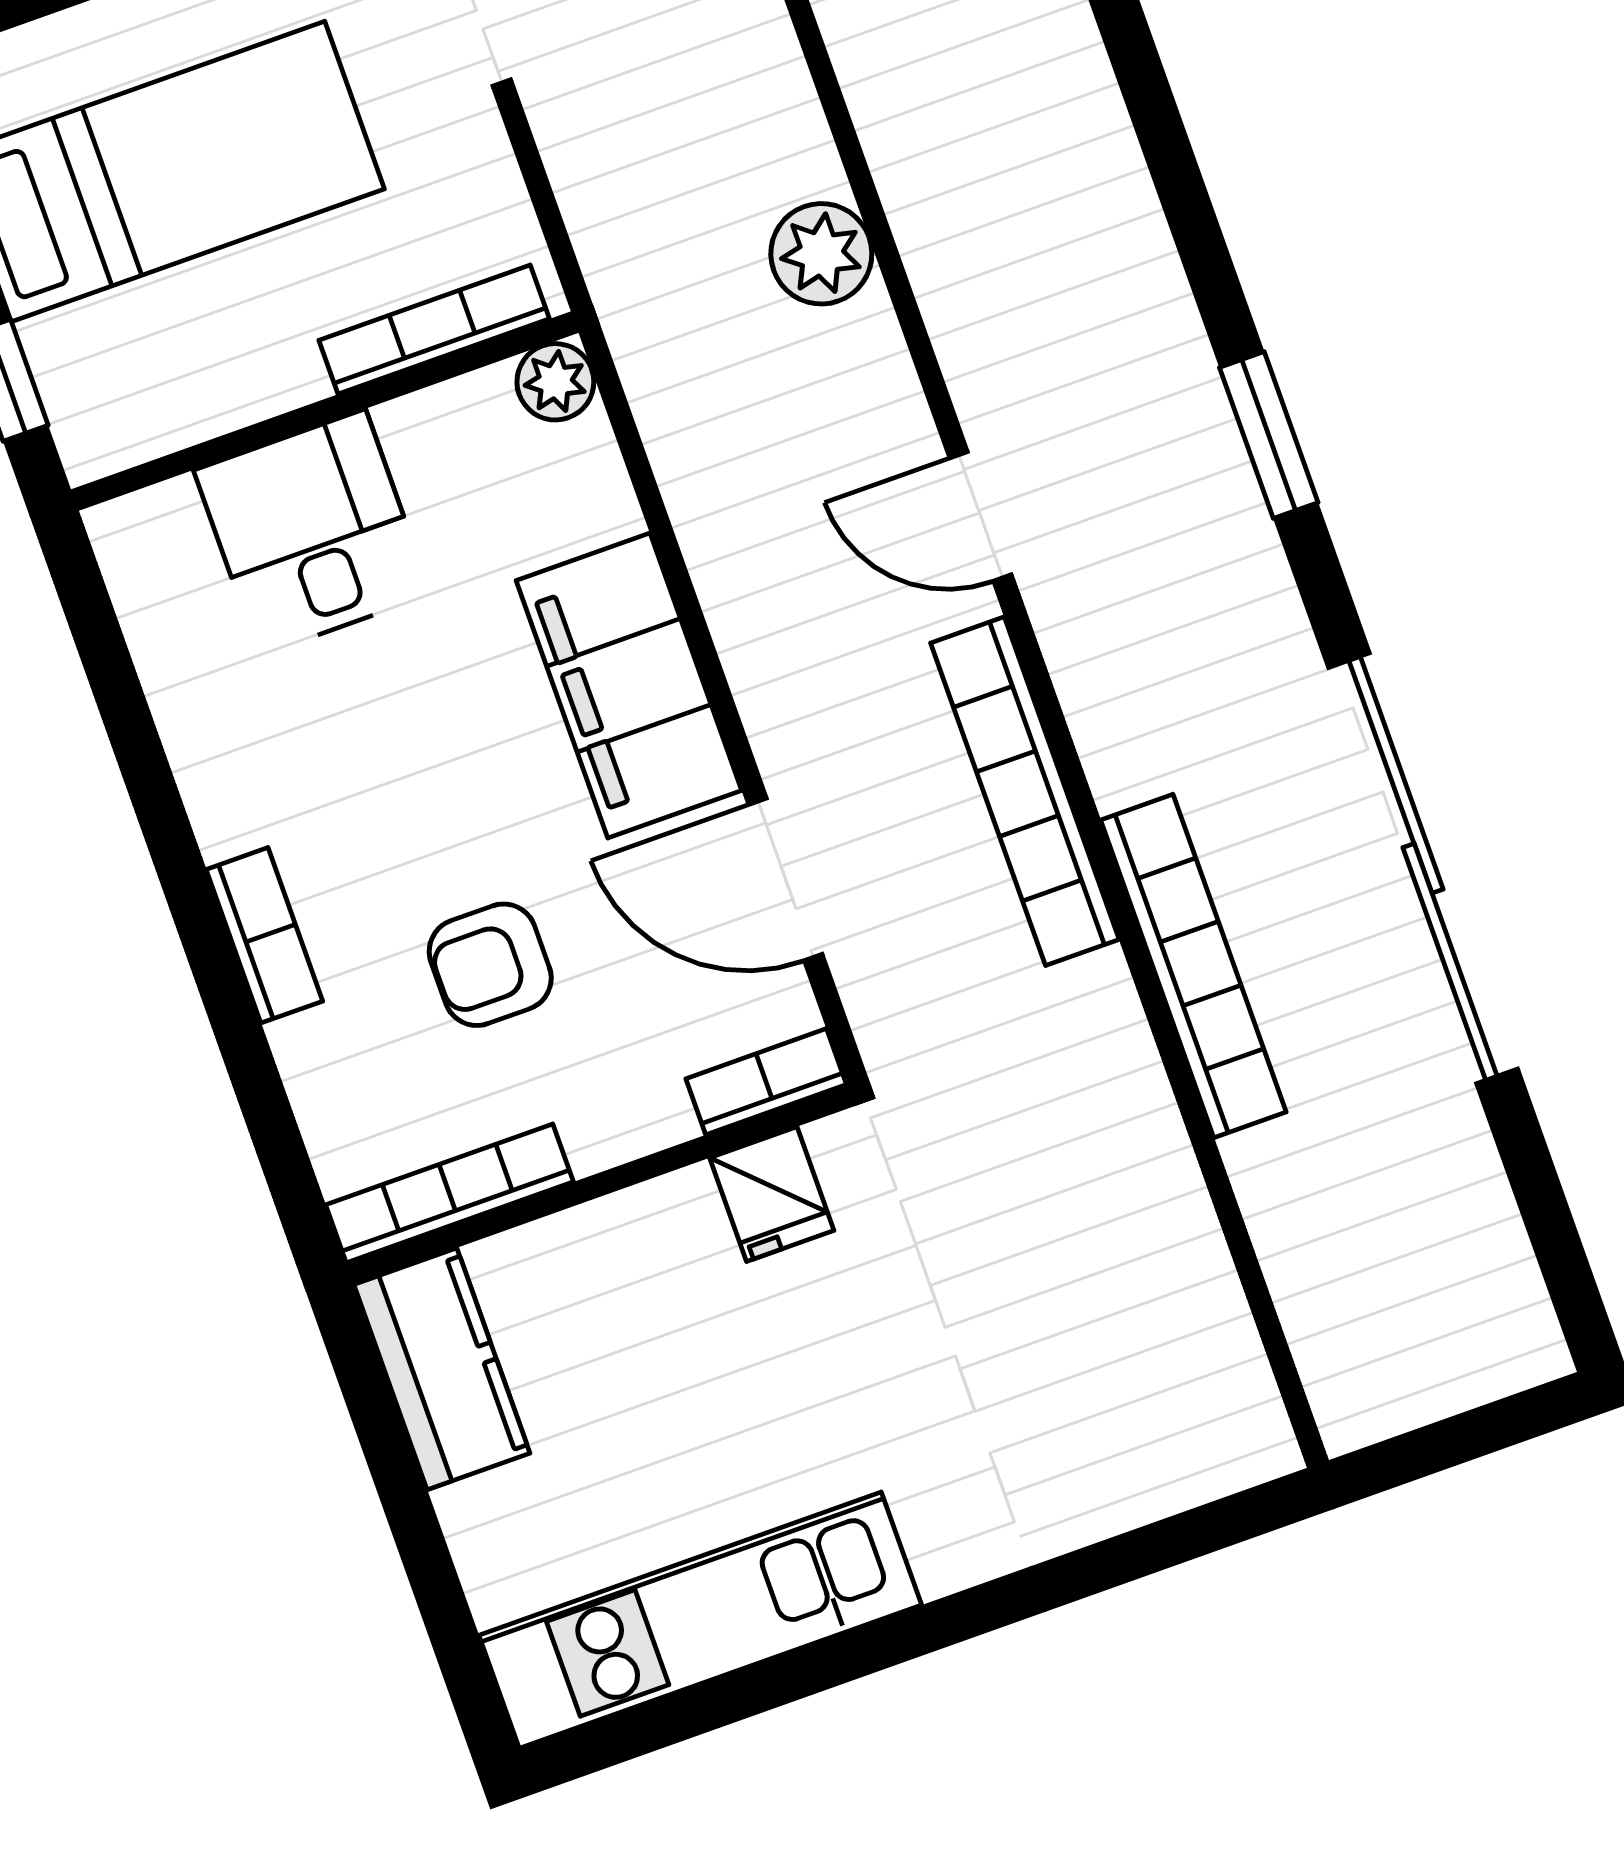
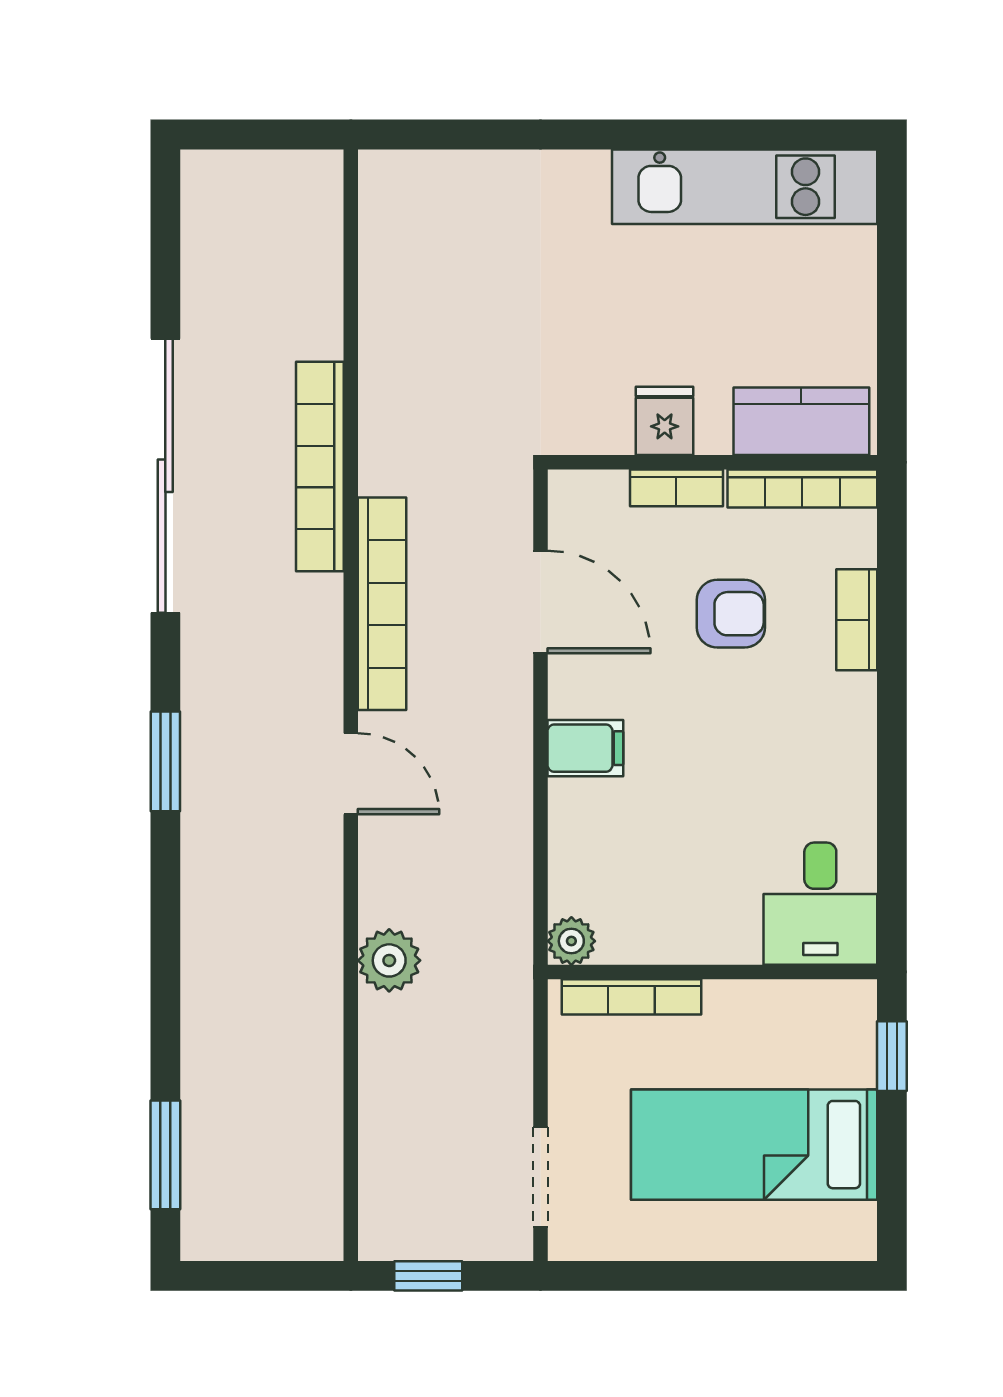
desk: (312, 532) -> (820, 904), moved
filing cabinet: (629, 685) -> (585, 748), width x0.33, depth x0.86
bookcase: (264, 935) -> (857, 620), moved
bookcase: (766, 1082) -> (676, 488), moved
fridge: (772, 1194) -> (665, 421), moved
kitchen counter: (442, 1369) -> (801, 421), moved, turned 90

